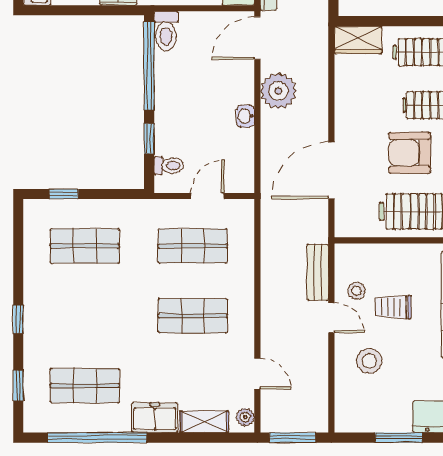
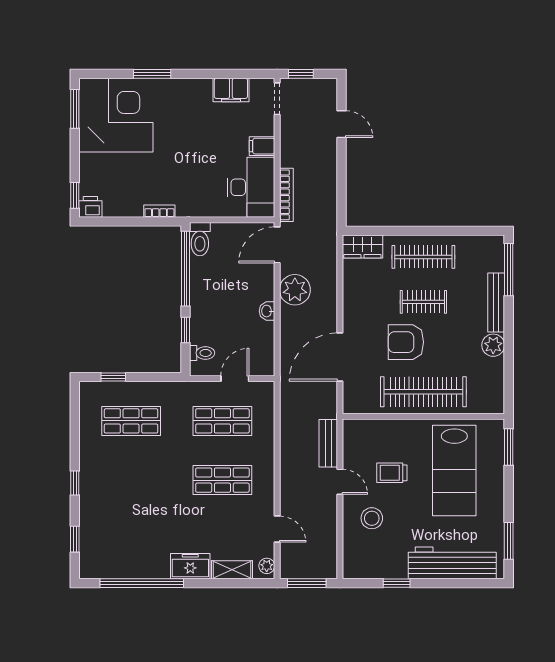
stool: (356, 291) -> (361, 459), removed
shop shelf: (85, 386) -> (131, 539), removed
window: (399, 438) -> (397, 583), width x0.67

